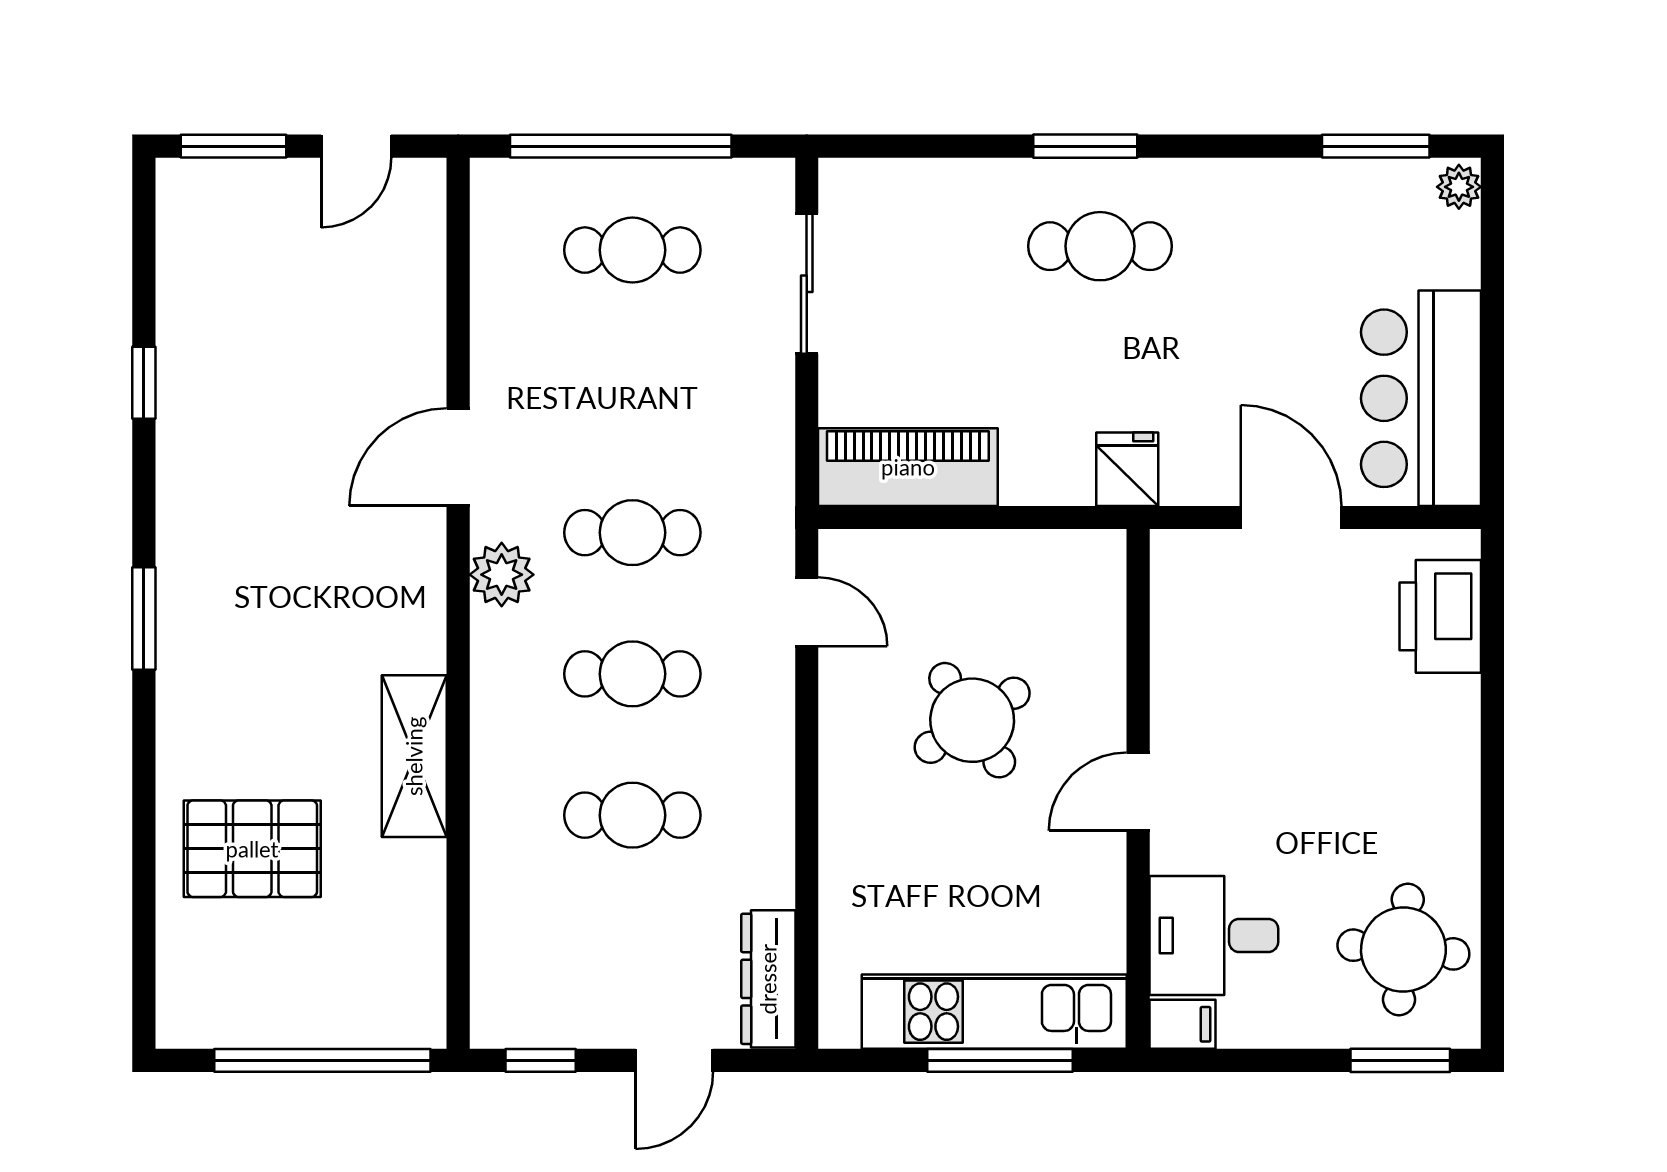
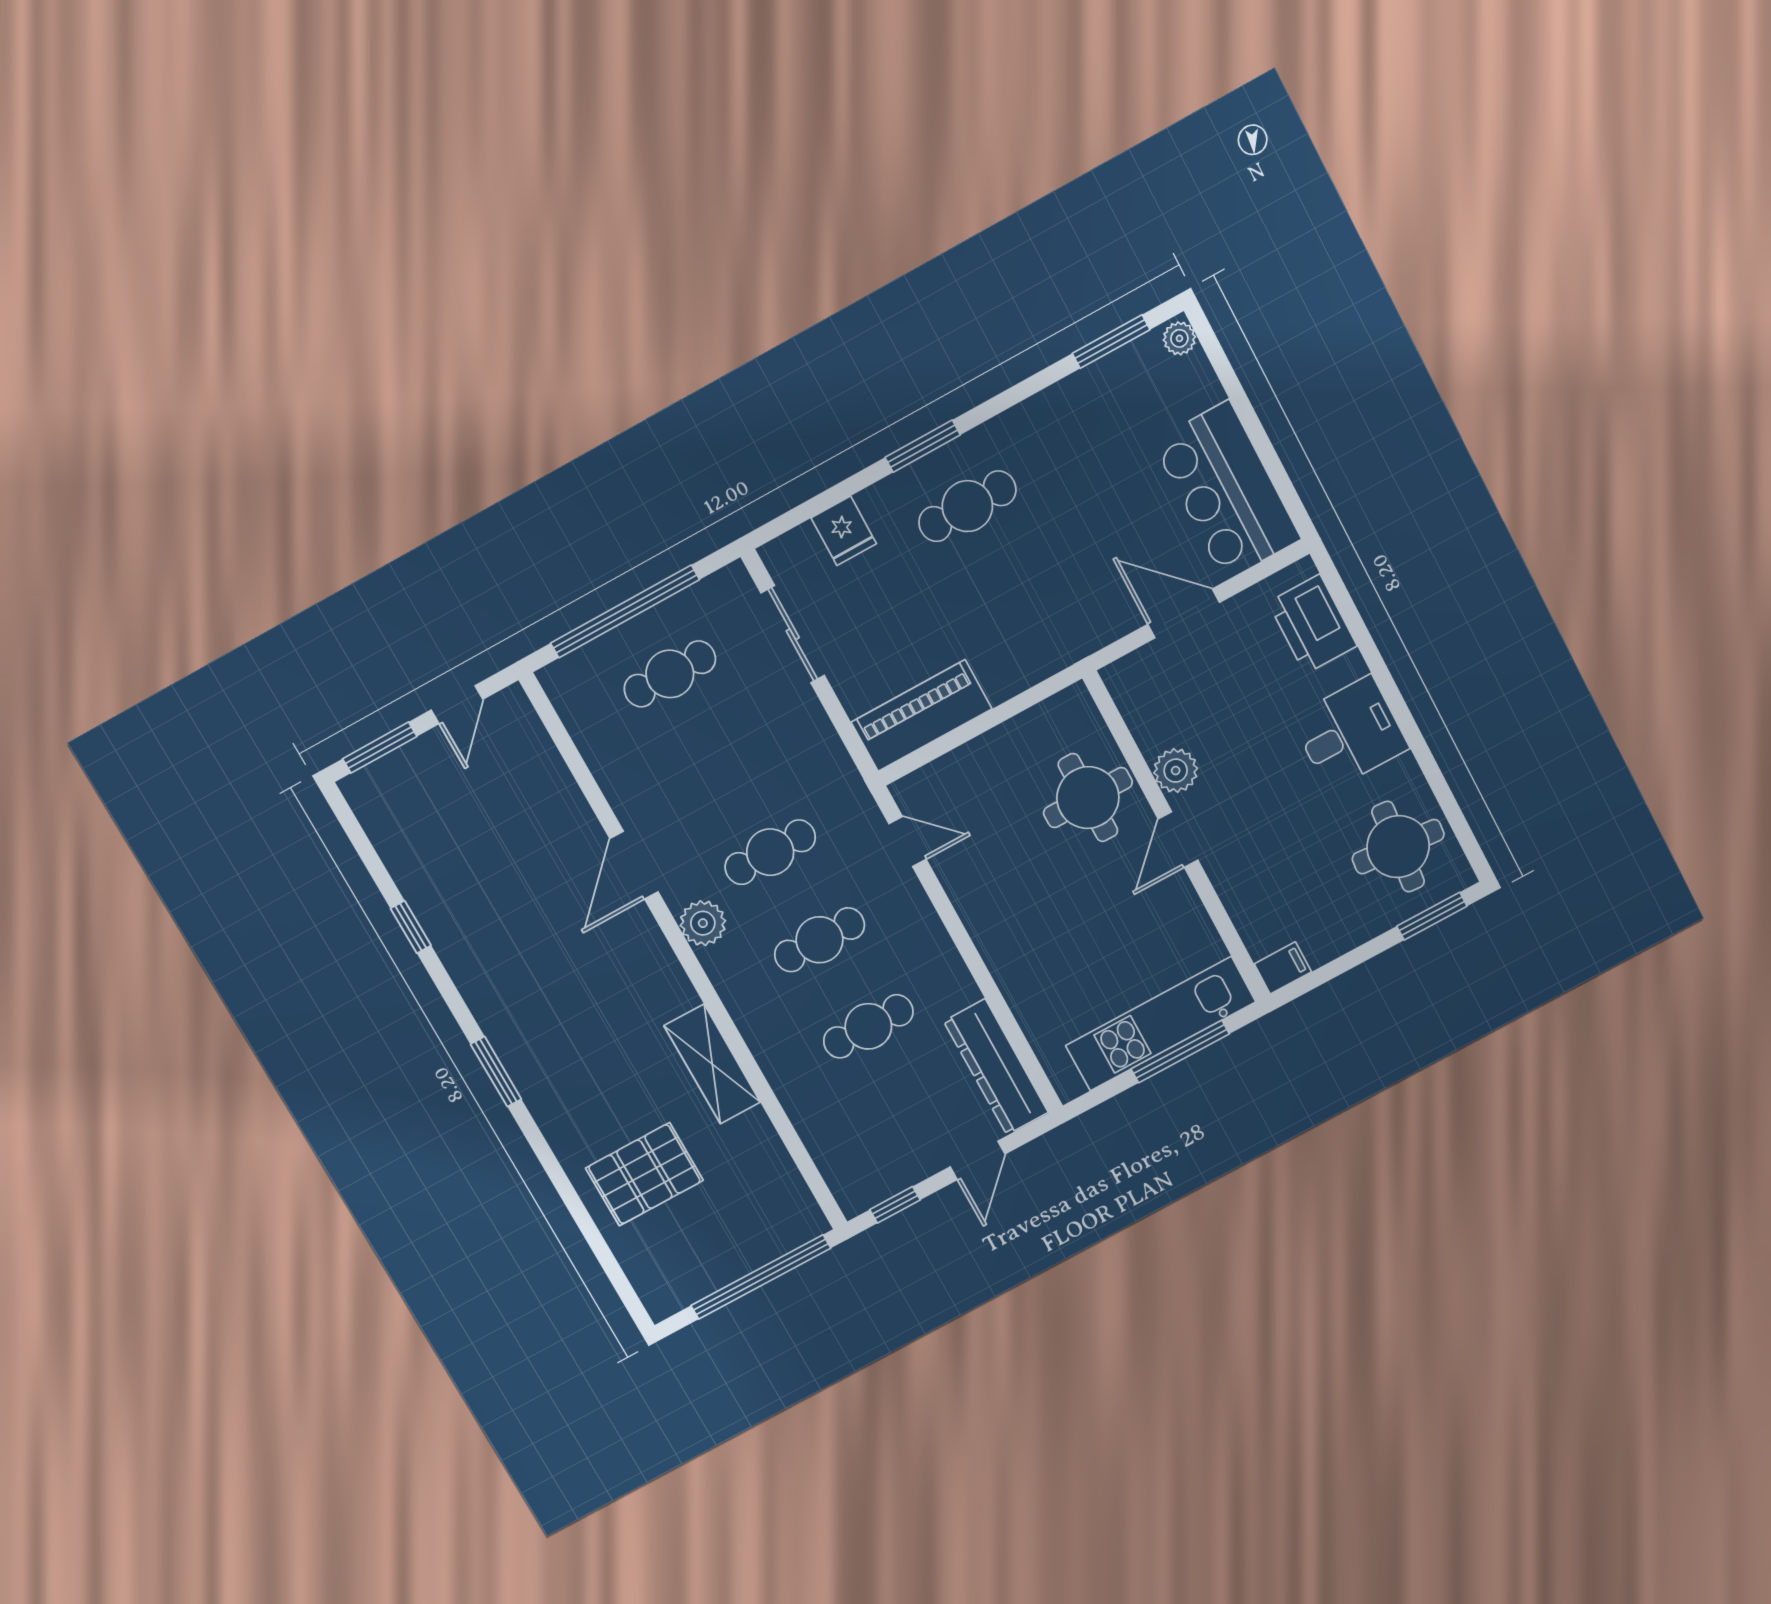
fridge: (1127, 469) -> (844, 531), moved, turned 180
plant: (1180, 704) -> (1176, 771), added
round table: (972, 720) -> (1088, 798), moved, turned 33
desk: (1214, 935) -> (1350, 733), moved, turned 180
dresser: (768, 979) -> (996, 1067), width x1.37, depth x1.24

